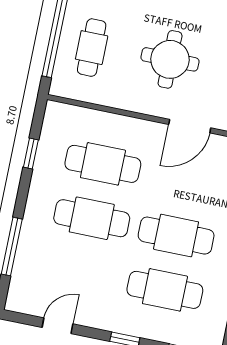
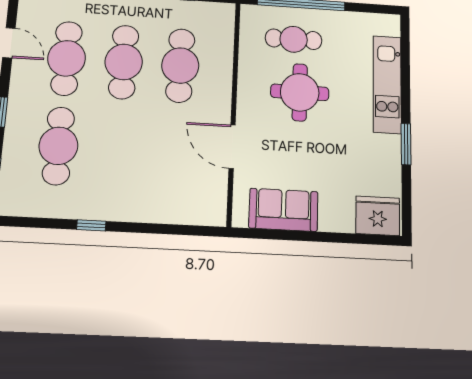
round table: (170, 59) -> (300, 92), moved
cafe table: (176, 236) -> (67, 58), moved

